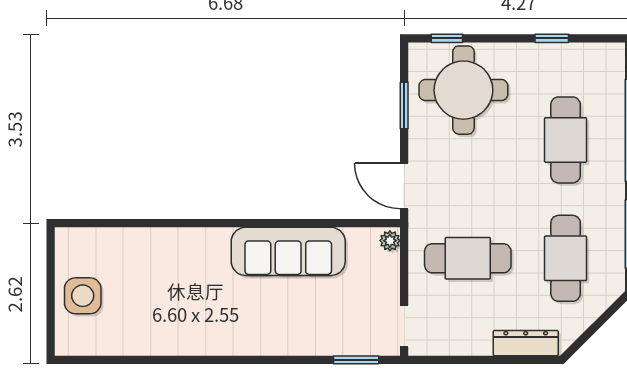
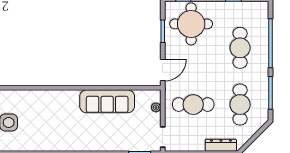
door: (404, 186) -> (163, 70), swing flipped
plant: (390, 241) -> (156, 107), moved

